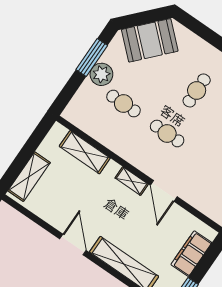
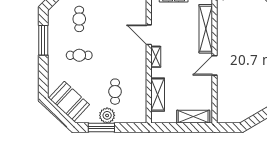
cafe table: (167, 133) -> (115, 55), removed
door: (164, 191) -> (149, 35), swing flipped

